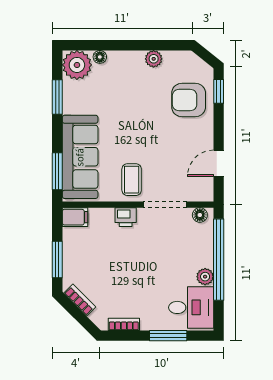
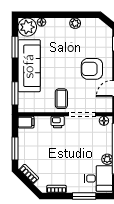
armchair: (189, 100) -> (92, 69), moved
sofa: (80, 157) -> (29, 66), moved

